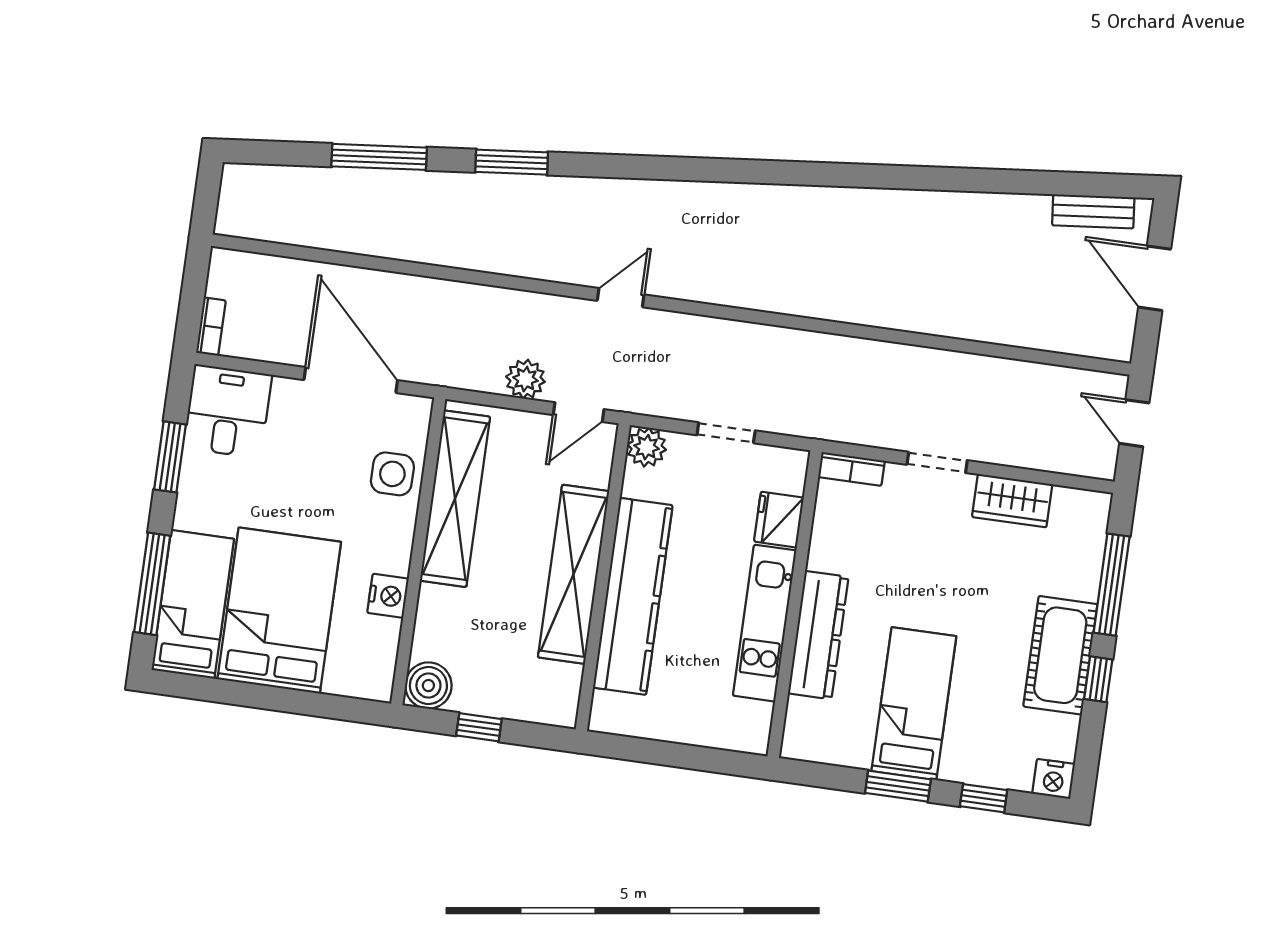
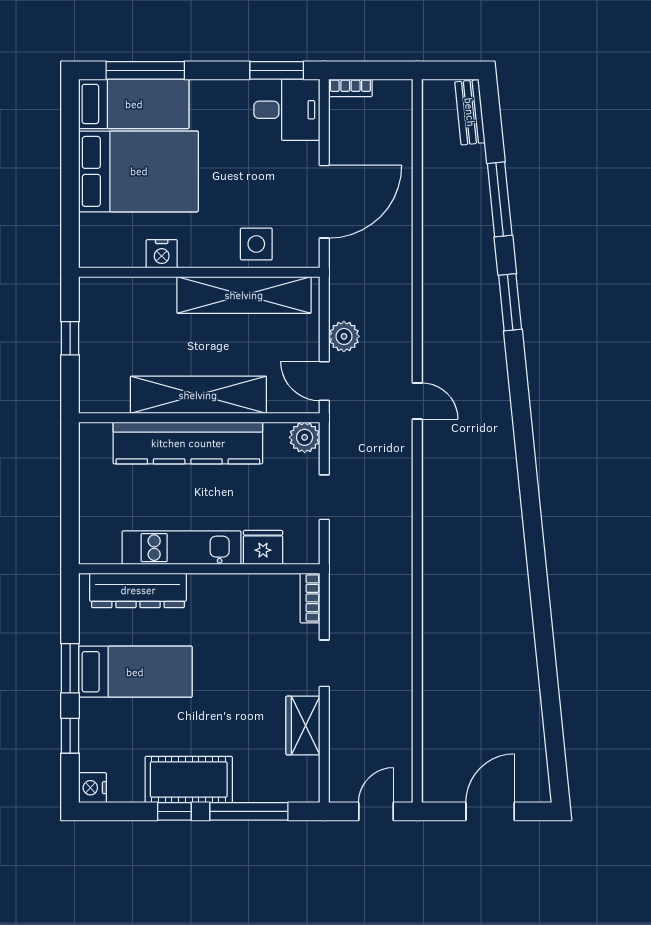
bench: (1093, 211) -> (470, 112), moved
window: (170, 457) -> (277, 70), moved
dresser: (818, 635) -> (138, 590), moved
boiler: (428, 686) -> (97, 295), removed

